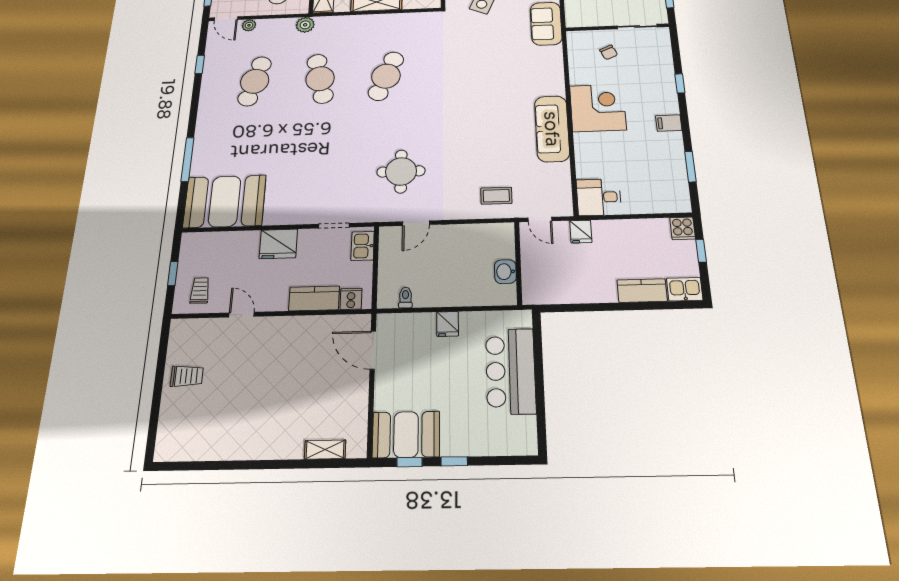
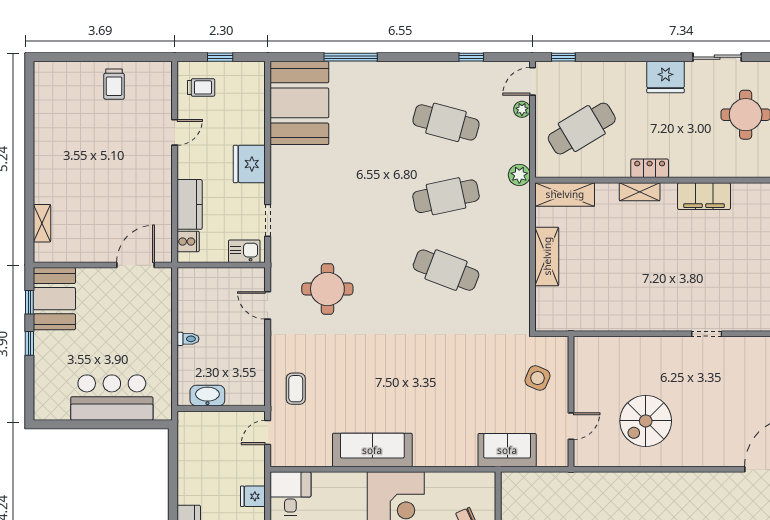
fridge: (581, 232) -> (253, 496), moved
washbasin: (505, 272) -> (207, 396), width x1.38
toilet: (405, 298) -> (188, 339), moved
fridge: (448, 324) -> (160, 338), removed

